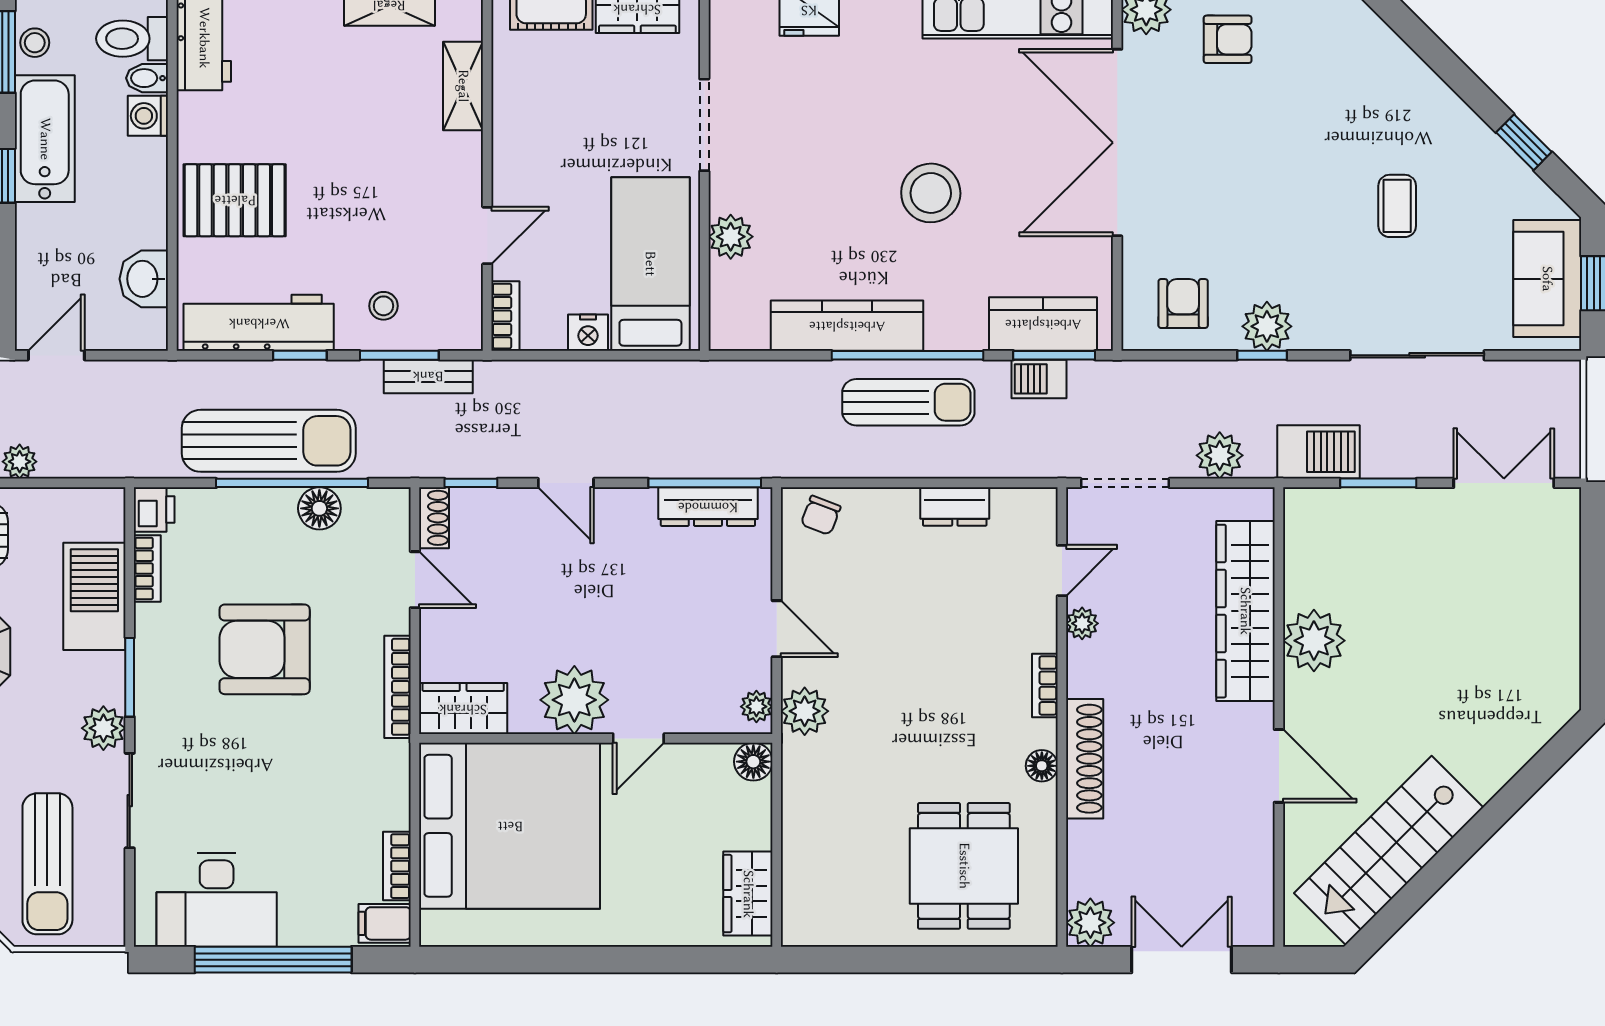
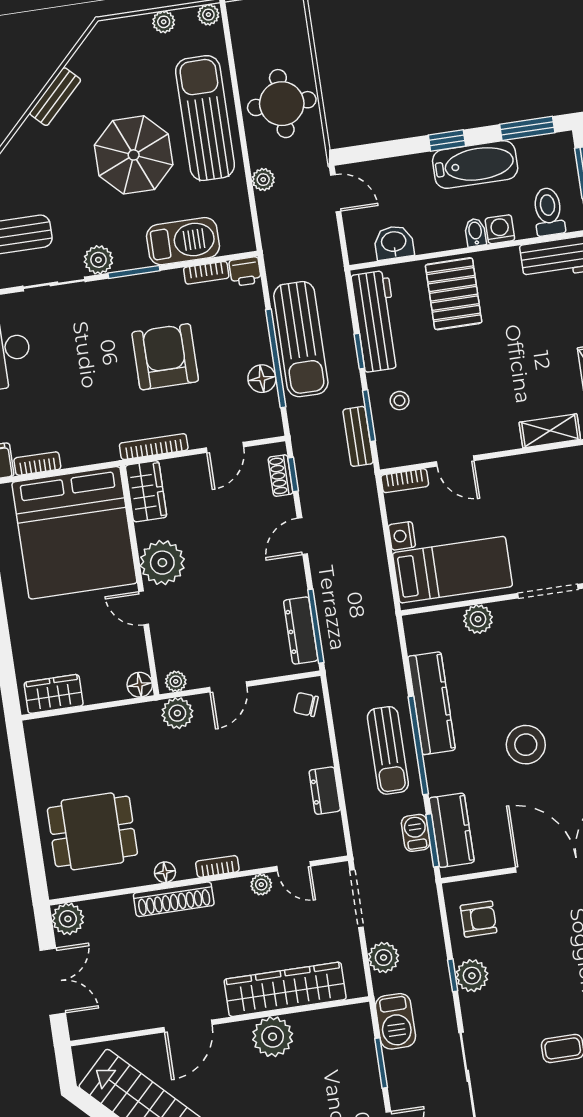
stool: (35, 43) -> (536, 149), removed
bidet: (147, 78) -> (475, 232), moved
shoe rack: (434, 518) -> (281, 476), moved, turned 90

